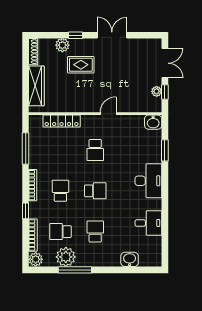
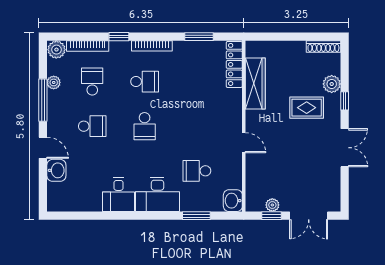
rug: (81, 65) -> (307, 108), turned 90
wardrobe: (36, 86) -> (255, 83), moved, turned -90
locker: (62, 121) -> (234, 64), moved
window: (26, 148) -> (199, 37), width x0.69
school desk: (95, 150) -> (197, 171), moved
desk: (148, 223) -> (119, 195), moved
plant: (66, 257) -> (54, 82), width x0.53, depth x0.53
door: (112, 270) -> (43, 148), added

